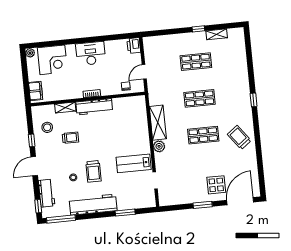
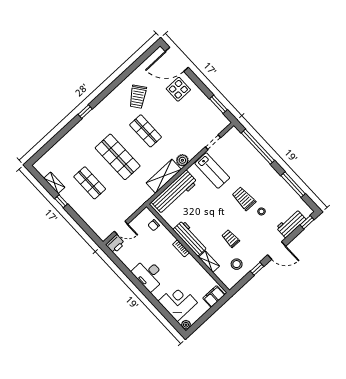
door: (144, 72) -> (121, 228), moved
shop shelf: (200, 98) -> (118, 157), width x1.43, depth x1.36
trolley: (239, 137) -> (138, 97), moved
trolley: (93, 171) -> (244, 199), turned -90
workbench: (93, 205) -> (174, 192), moved, turned -90
window: (203, 205) -> (218, 104), moved
window: (125, 213) -> (258, 147), width x2.11
window: (61, 219) -> (293, 185), moved

